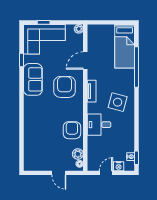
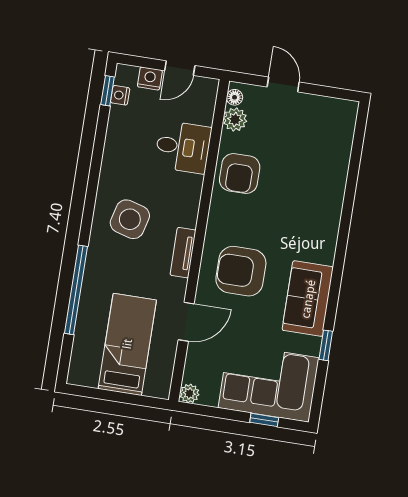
bed: (125, 46) -> (127, 344), moved
armchair: (65, 87) -> (241, 271), turned 90
desk: (99, 125) -> (183, 147), moved

